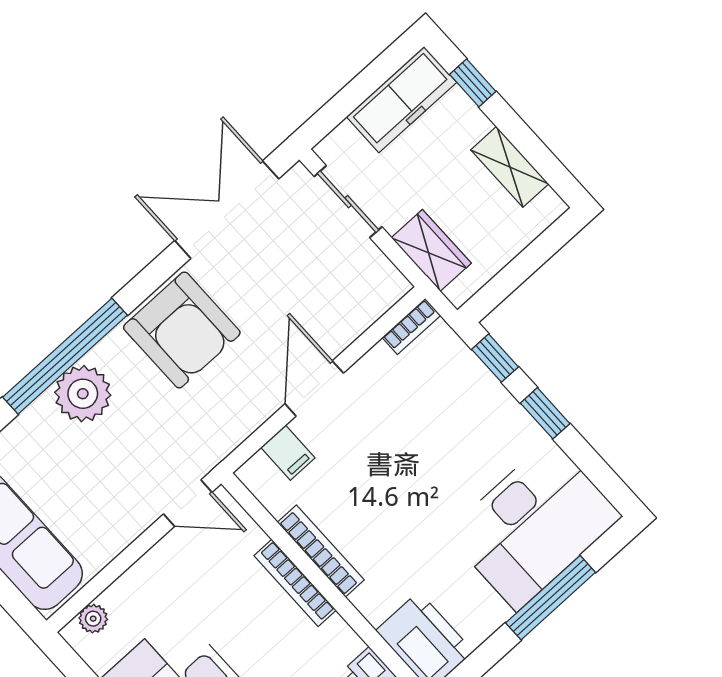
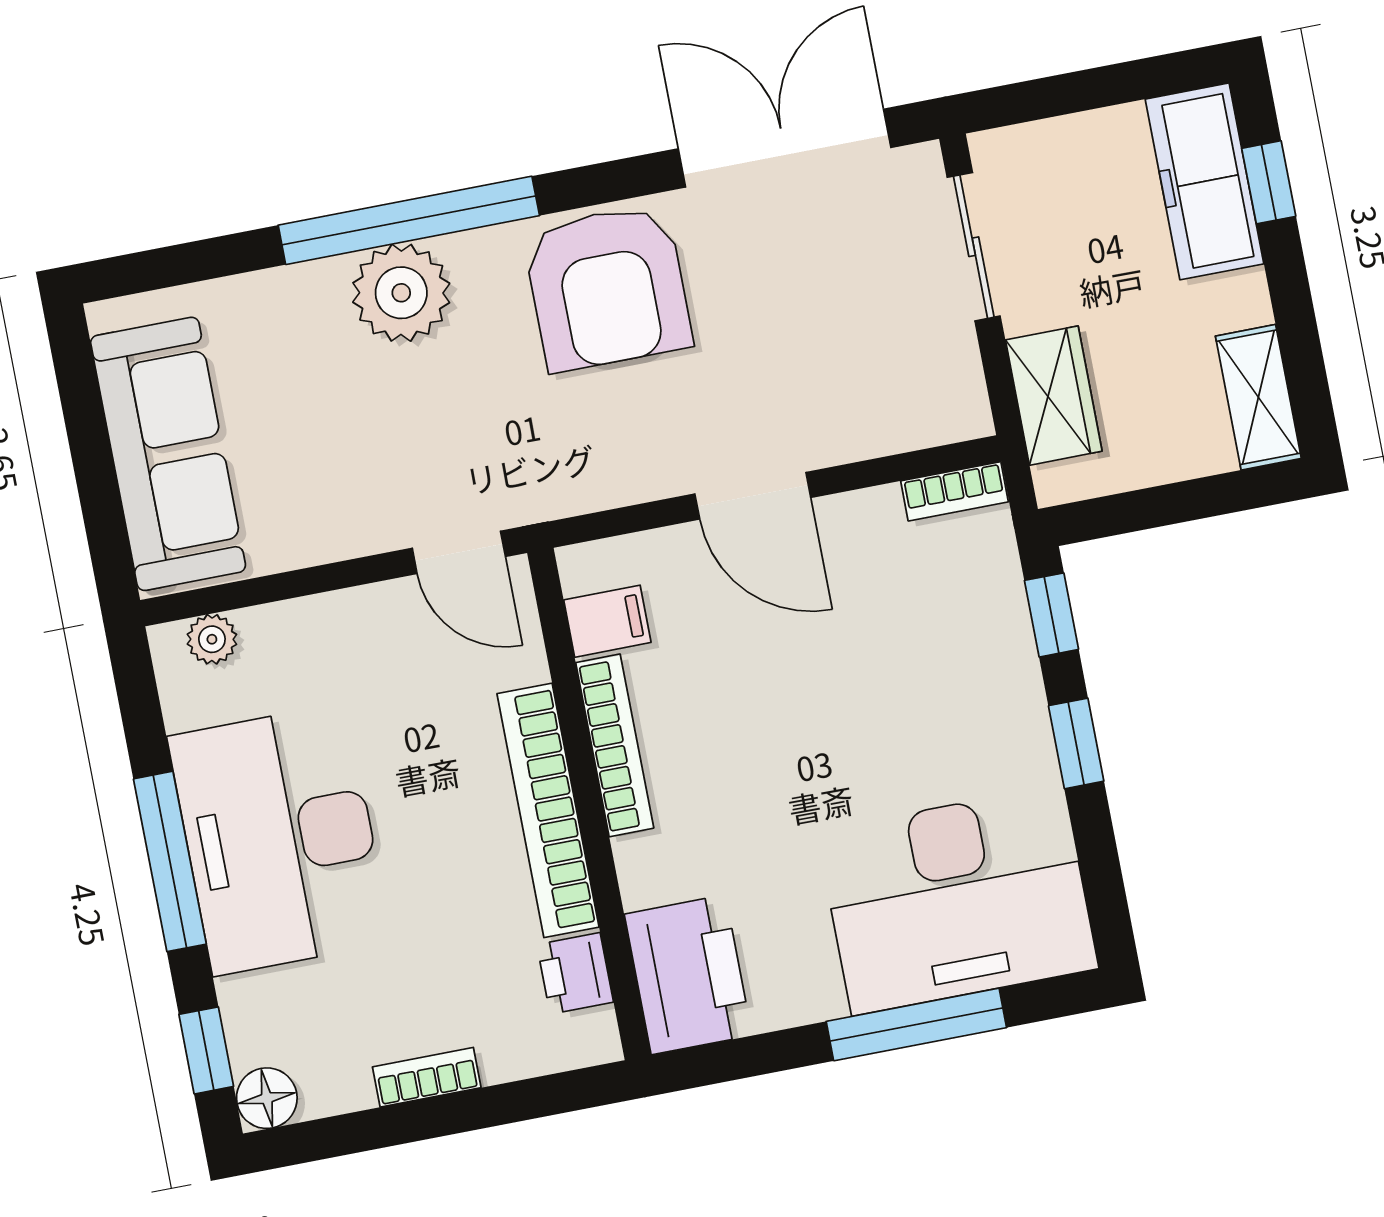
freezer: (401, 100) -> (1205, 181), moved, turned 90
shelving: (510, 167) -> (1258, 397), moved
door: (314, 388) -> (753, 496), swing flipped
filing cabinet: (288, 453) -> (607, 621), moved, turned -90
bookcase: (295, 583) -> (548, 810), width x1.48, depth x1.31

